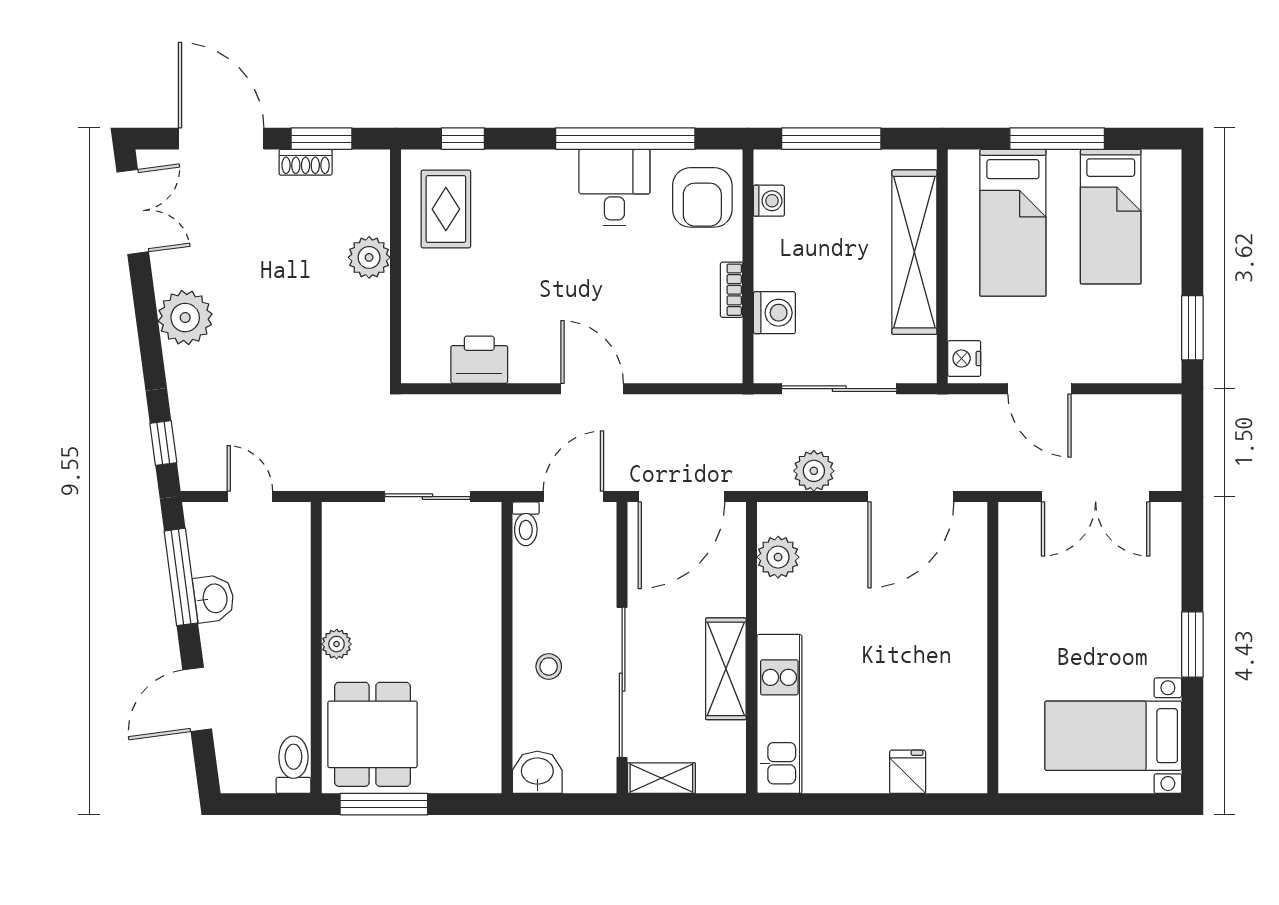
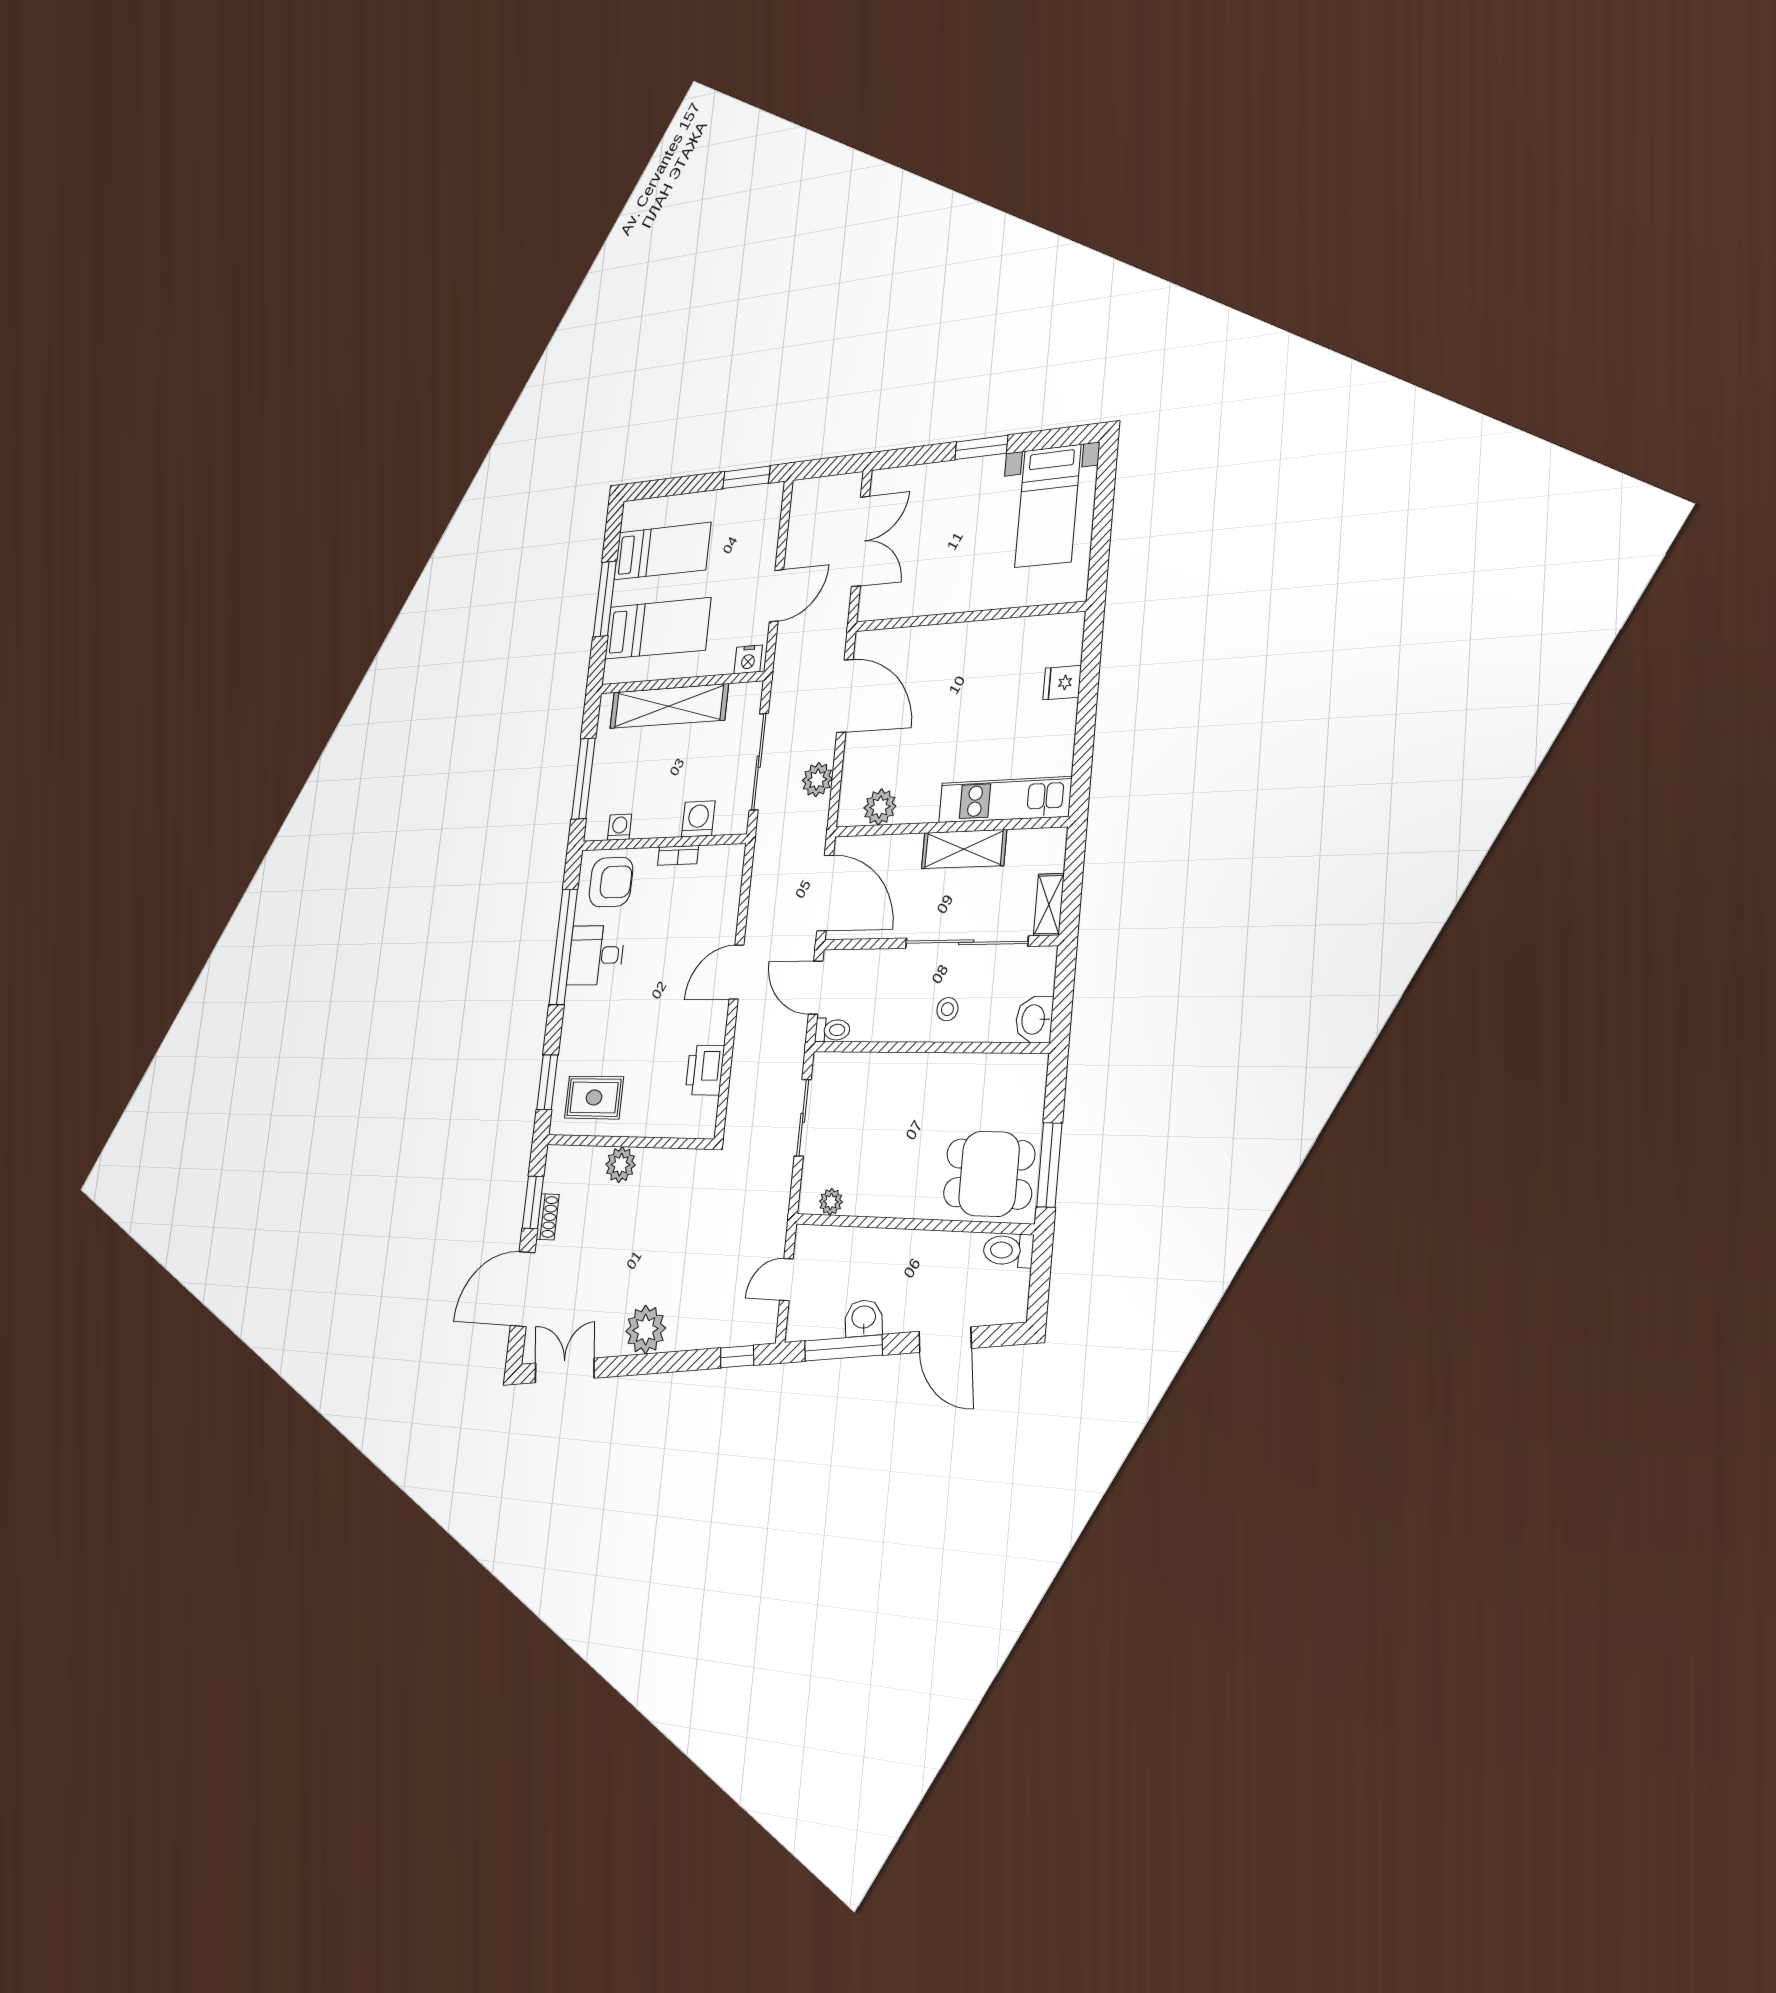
window: (463, 139) -> (547, 1082), width x1.50
plant: (337, 644) -> (831, 1202), moved

